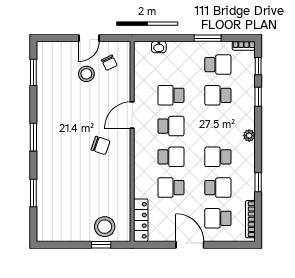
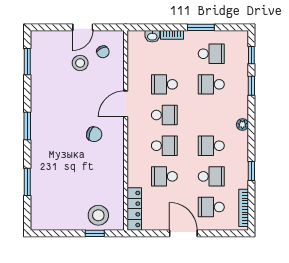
bookcase: (244, 46) -> (172, 35), moved

